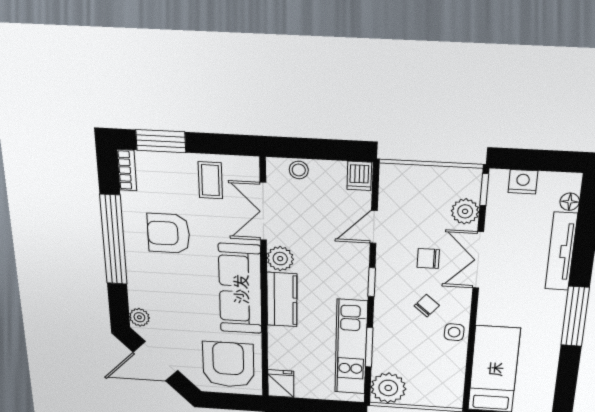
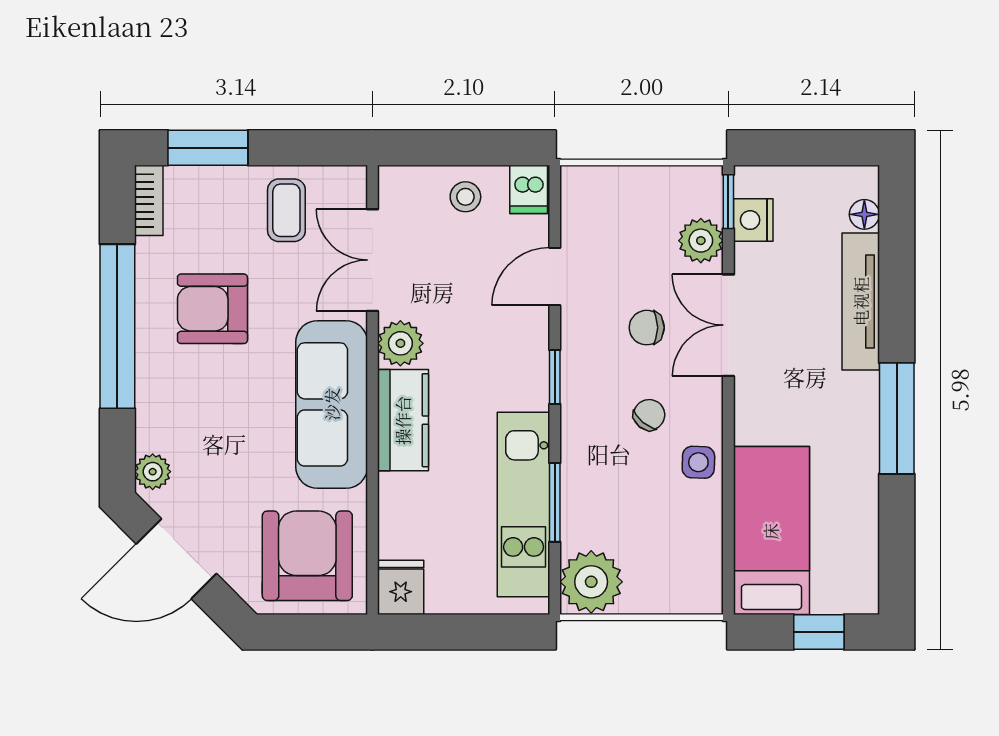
stool: (299, 170) -> (465, 197), moved
nightstand: (523, 182) -> (753, 220), moved, turned -90

